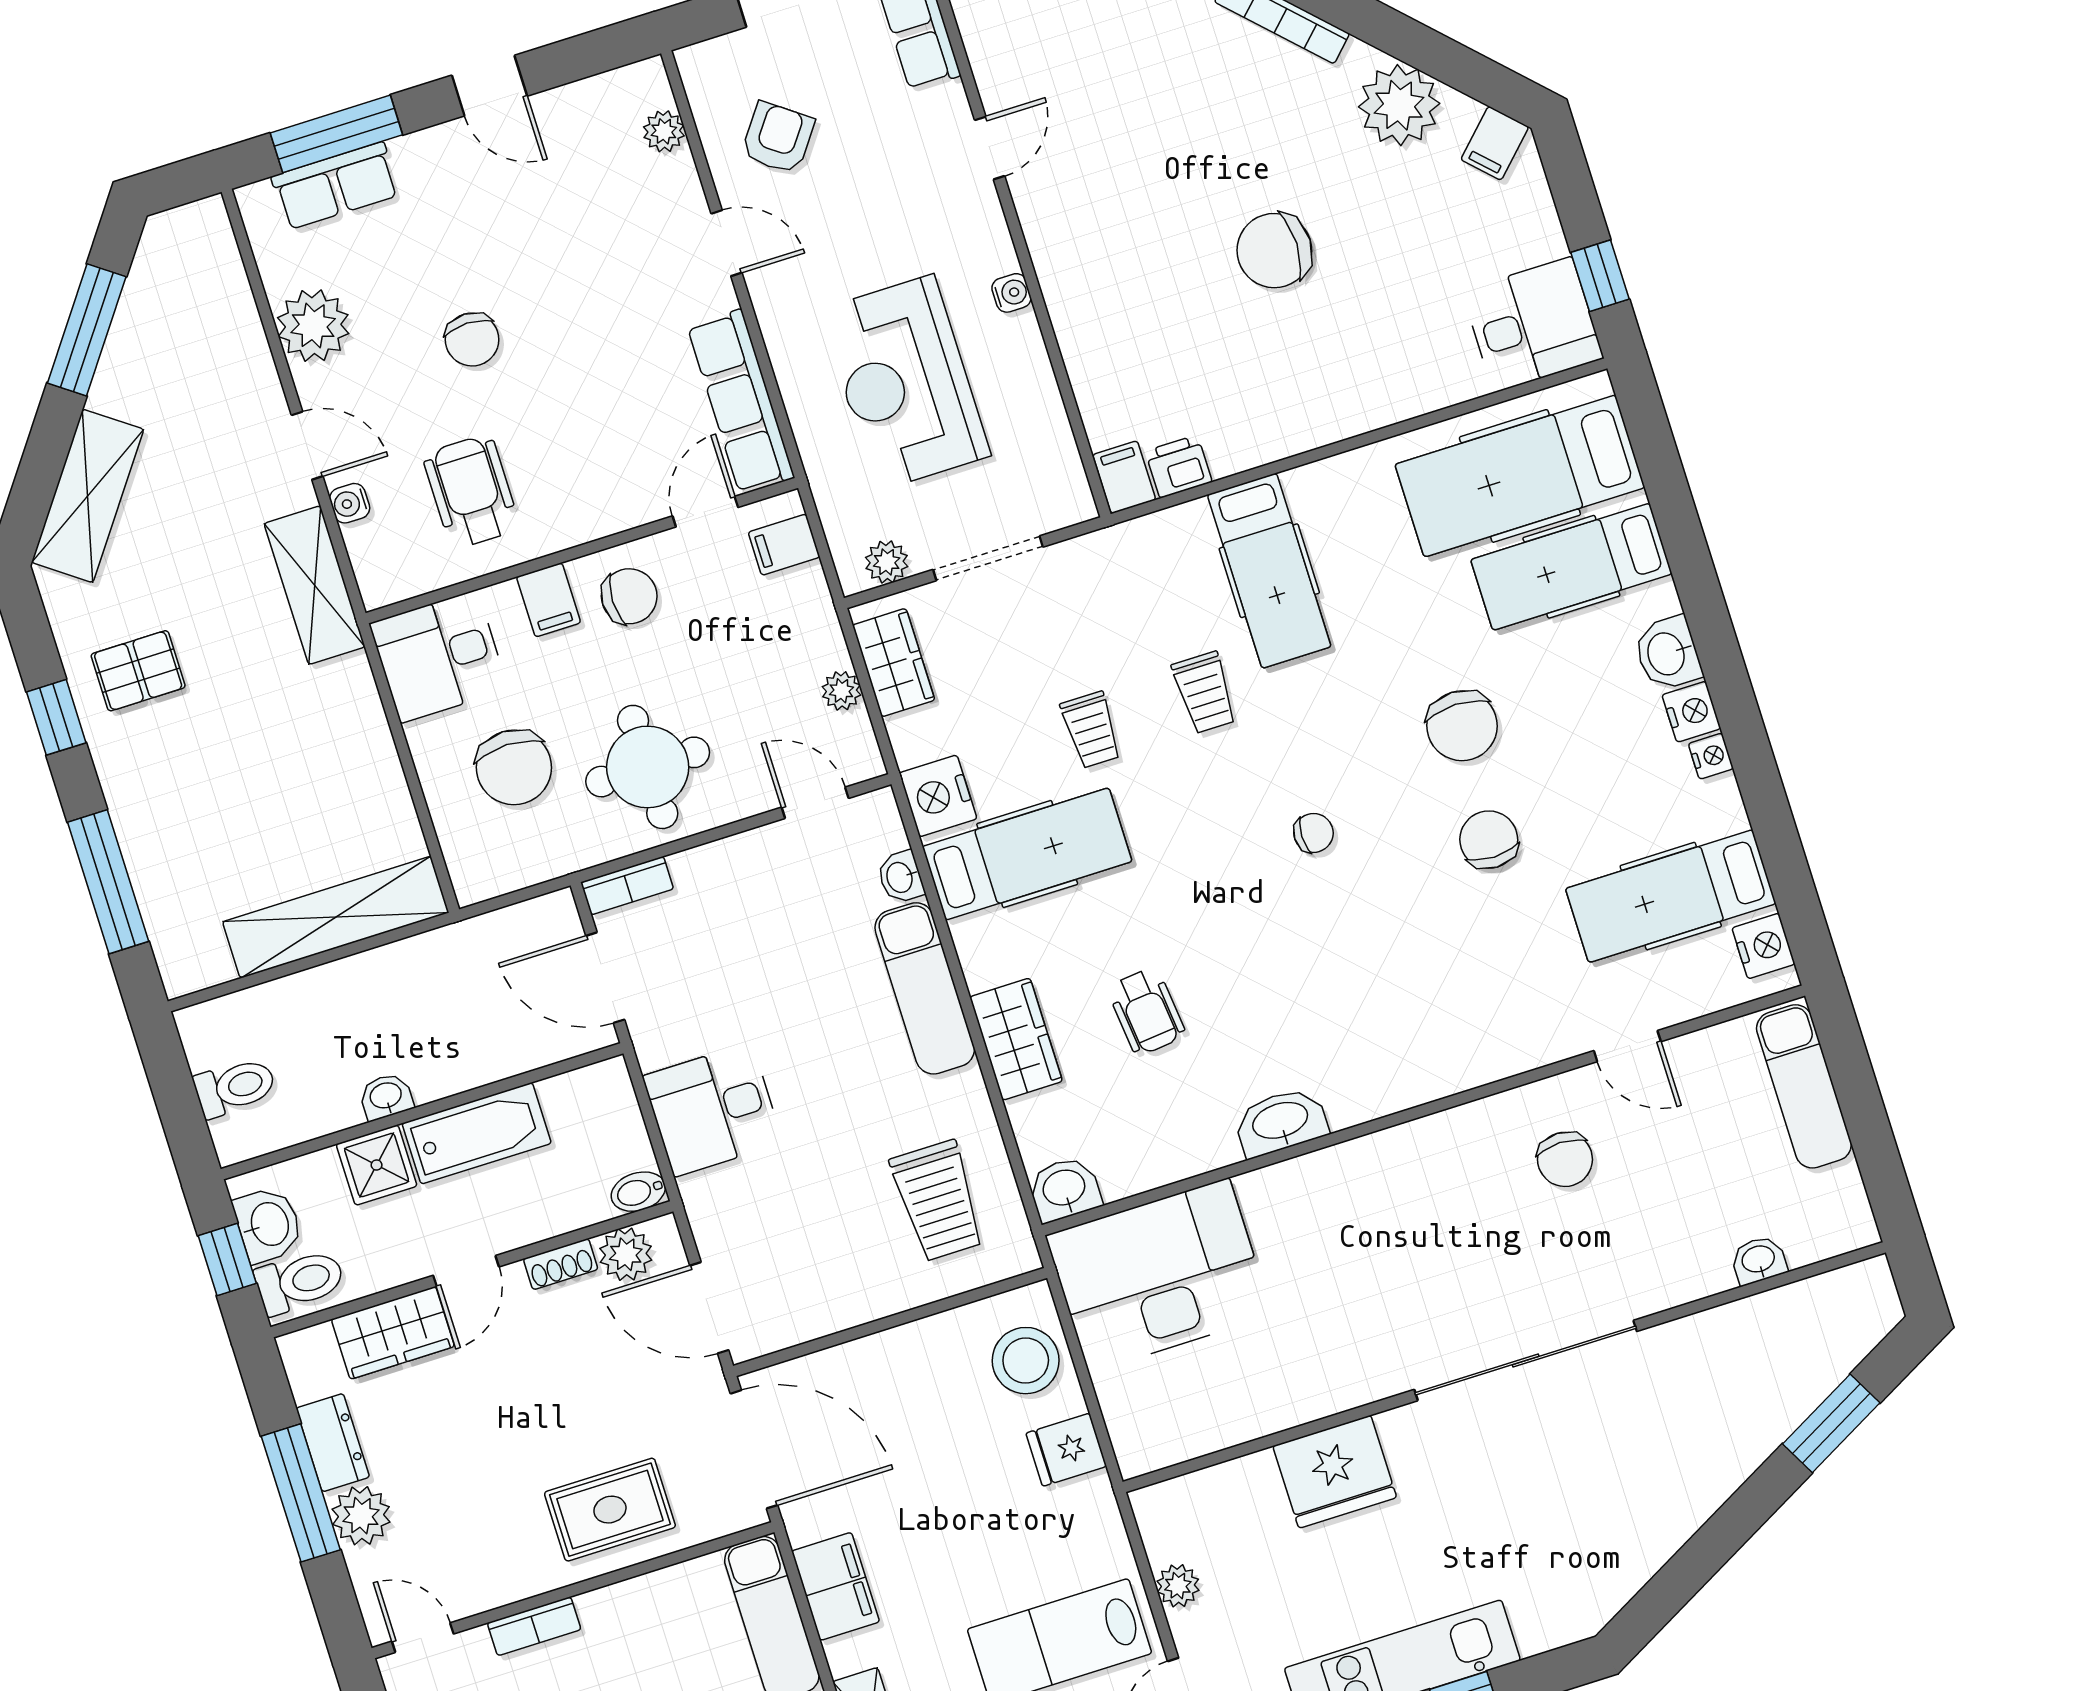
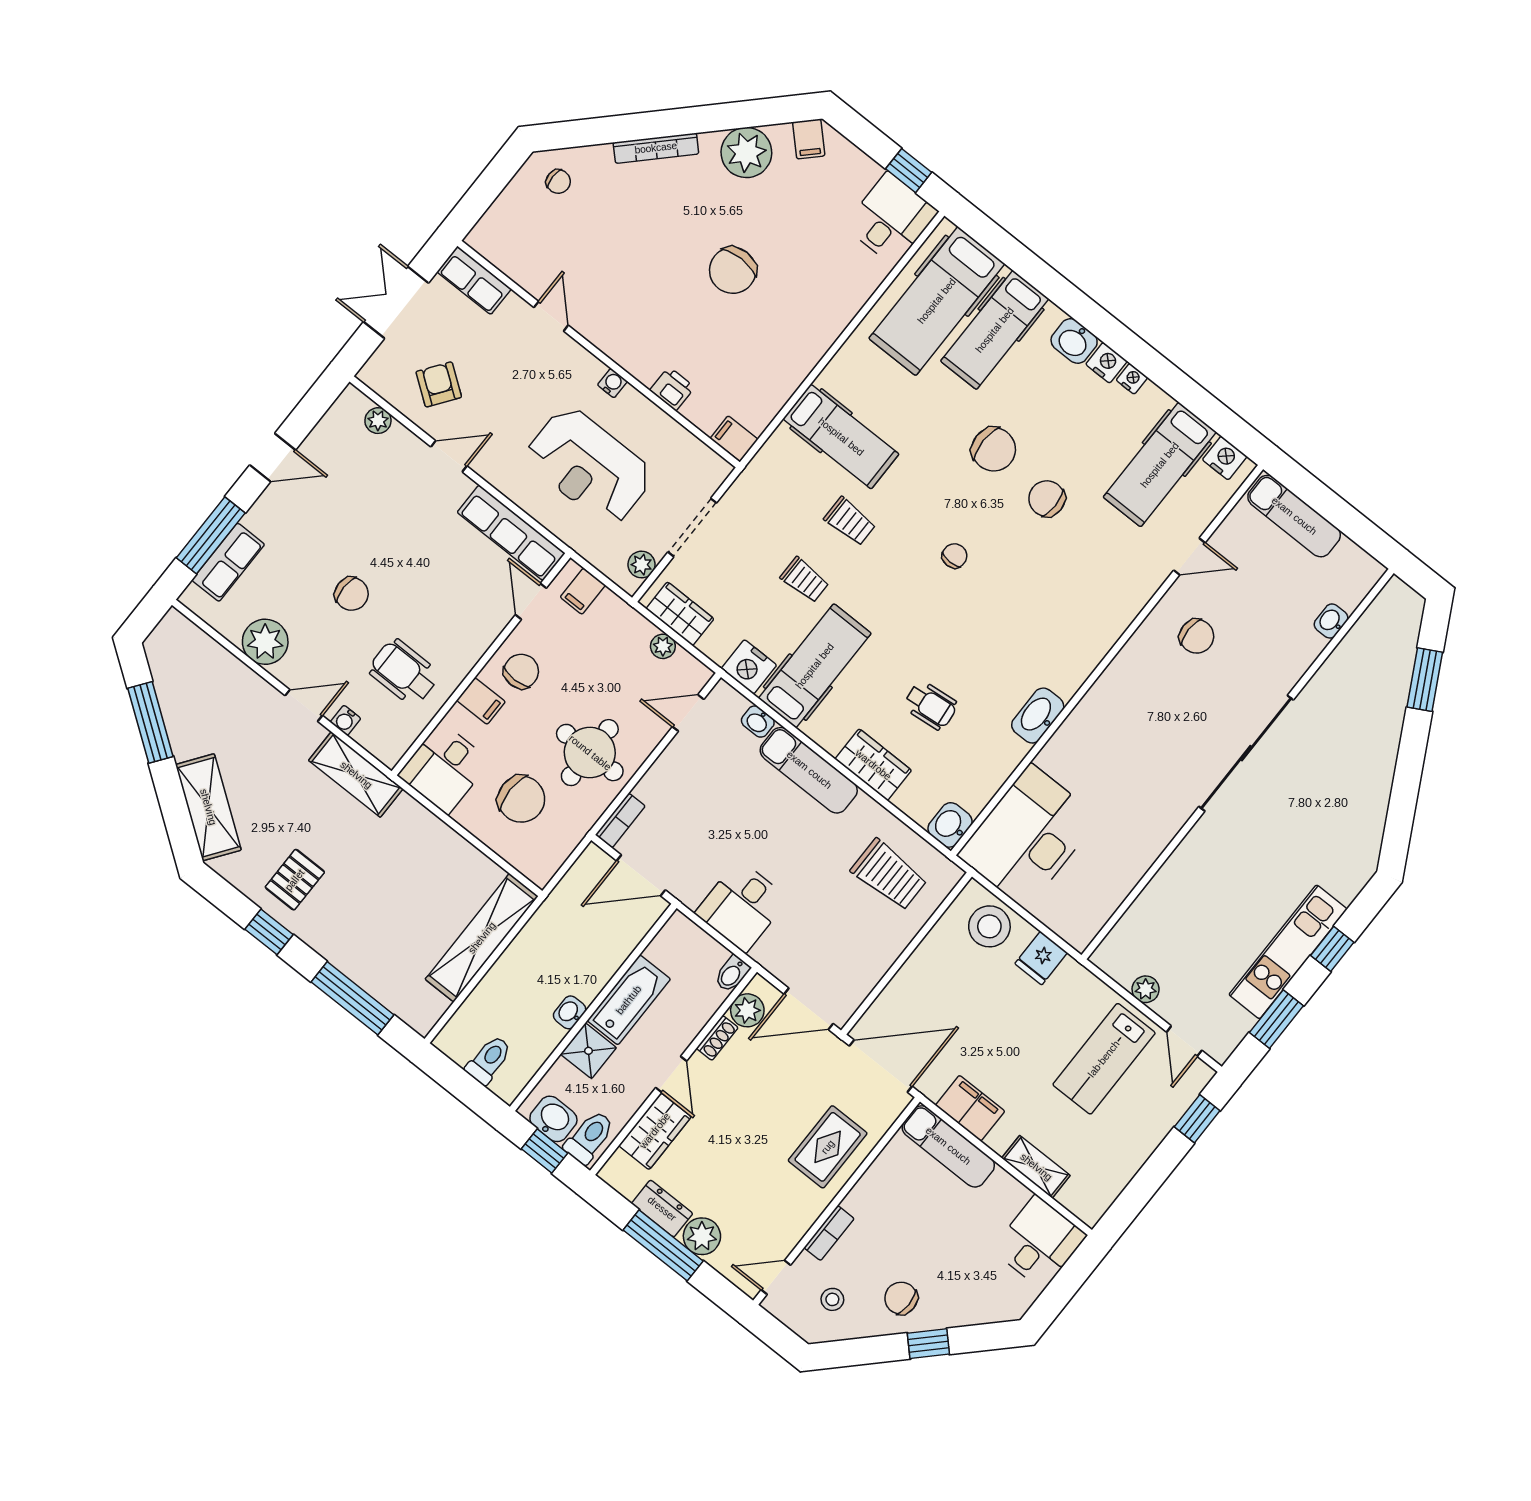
printer: (1179, 466) -> (672, 389), moved, turned 90
fridge: (1335, 1472) -> (1187, 876), removed

